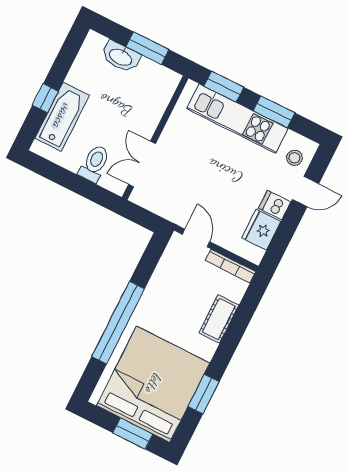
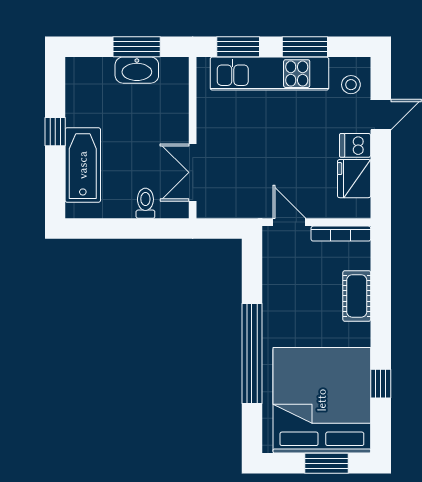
washbasin: (121, 57) -> (137, 70), moved
window: (45, 98) -> (55, 132), moved
toilet: (94, 164) -> (145, 203), width x0.73, depth x0.72
window: (204, 394) -> (381, 384), width x0.67

